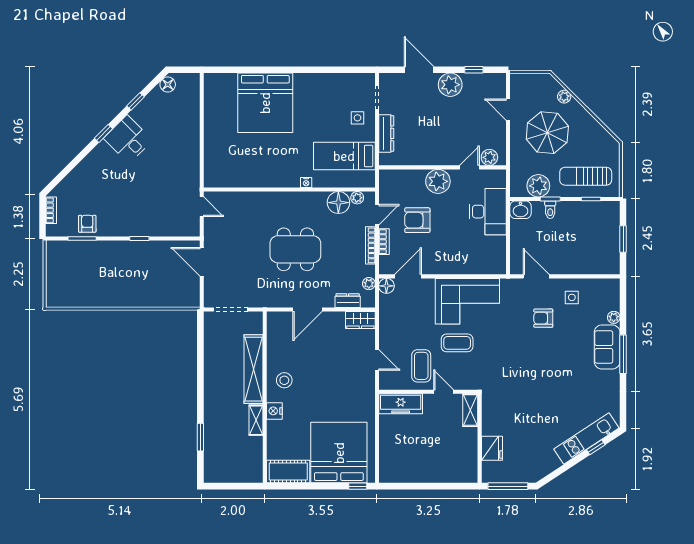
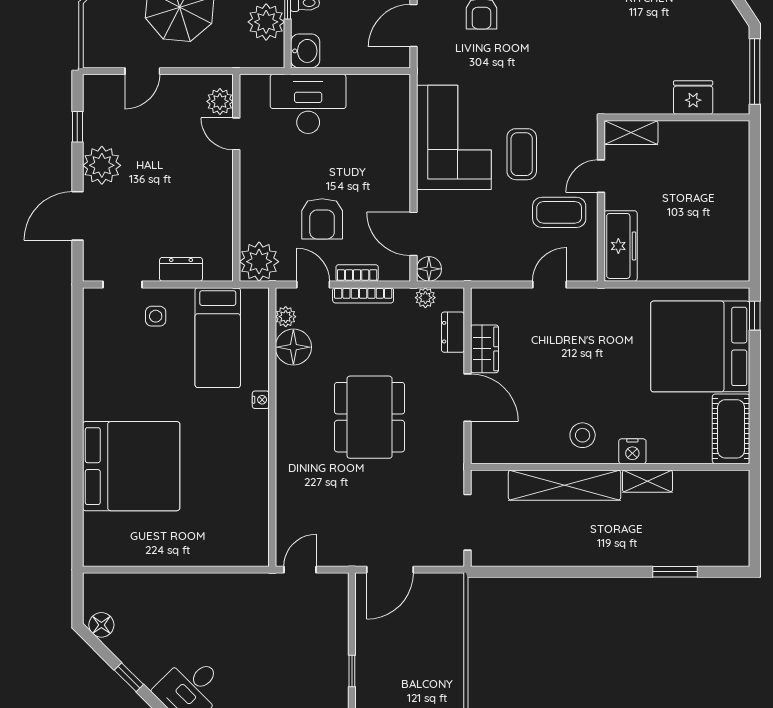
dresser: (386, 133) -> (181, 269), width x0.70
plant: (438, 181) -> (259, 262), moved
wardrobe: (360, 320) -> (484, 349), moved

